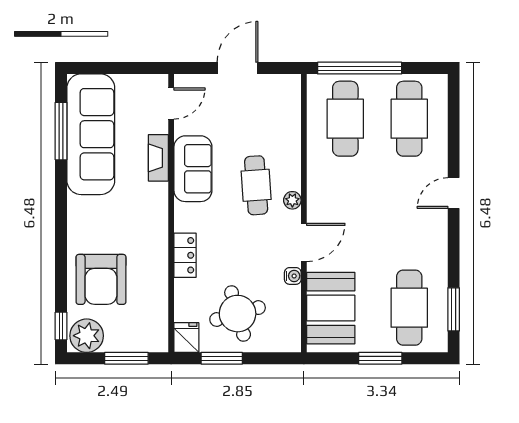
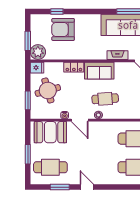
sofa: (193, 169) -> (99, 71), moved
door: (454, 193) -> (87, 187), moved
window: (454, 309) -> (60, 187), moved
window: (61, 326) -> (57, 12), moved
plant: (87, 336) -> (38, 52), moved
window: (222, 358) -> (28, 100), moved

